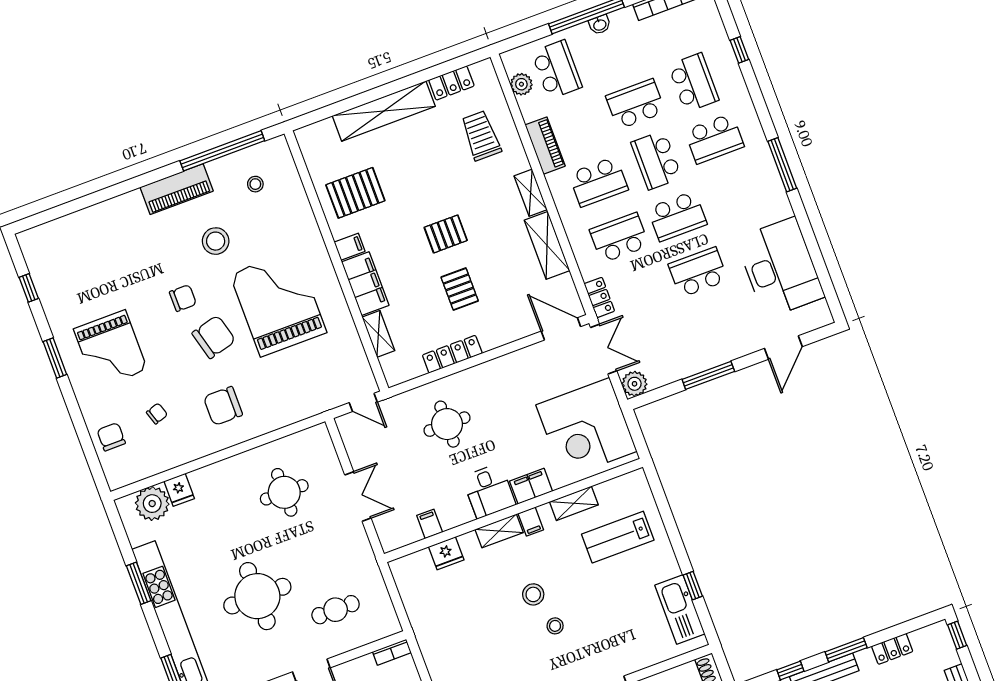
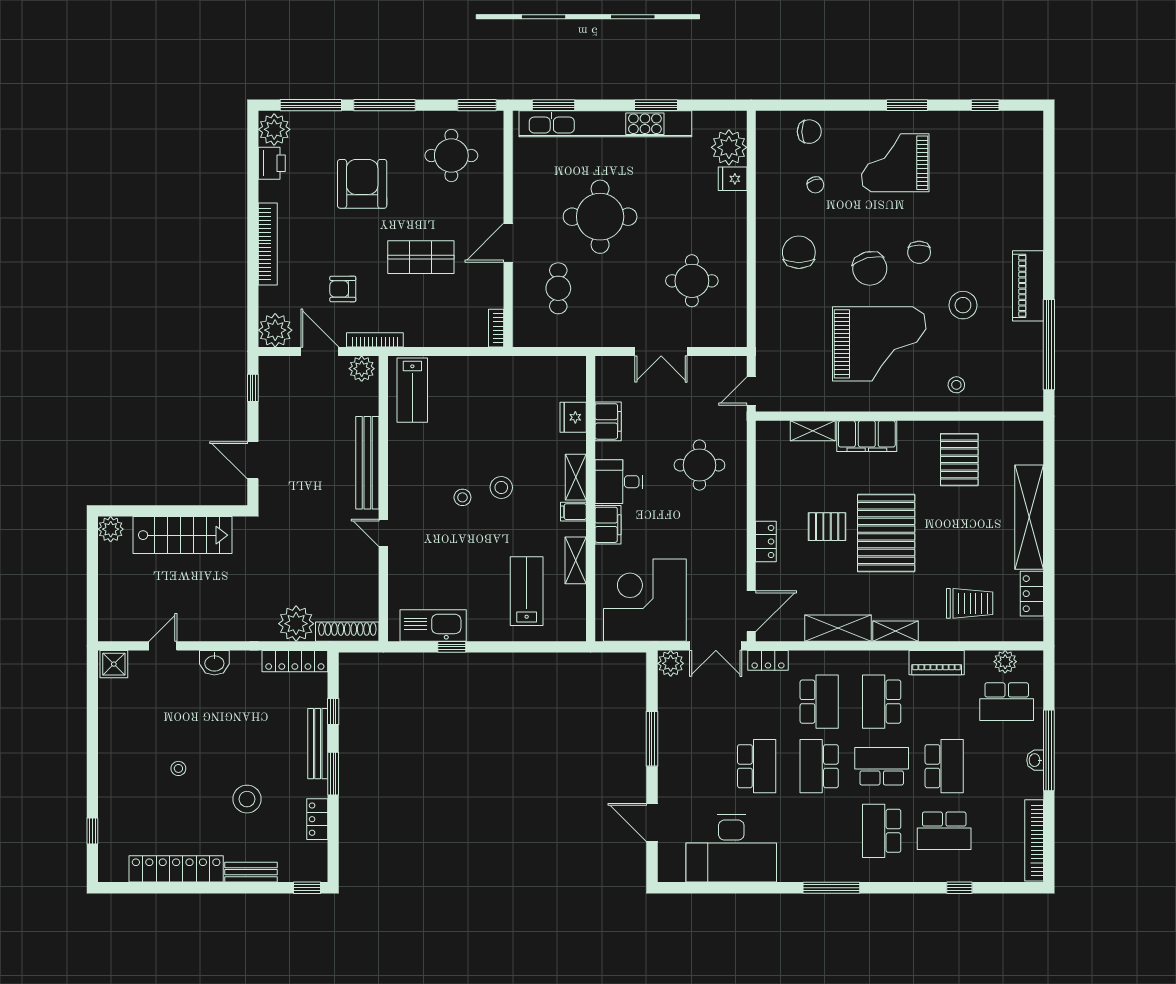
stool: (255, 184) -> (956, 385), moved
pallet: (446, 234) -> (886, 533), width x2.05, depth x2.00
filing cabinet: (349, 247) -> (909, 434), removed
locker: (452, 354) -> (766, 541), moved, width x0.66
filing cabinet: (430, 524) -> (608, 421), width x2.00

